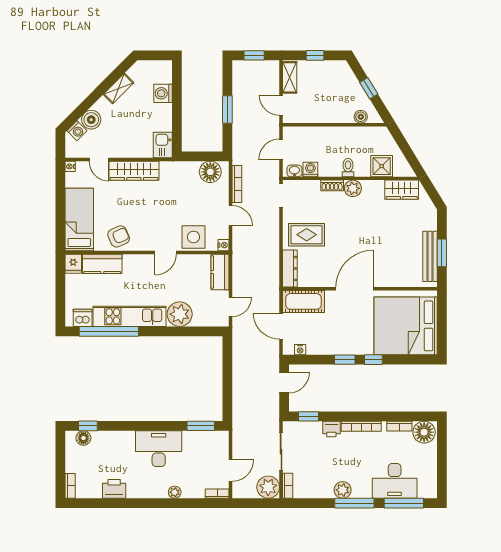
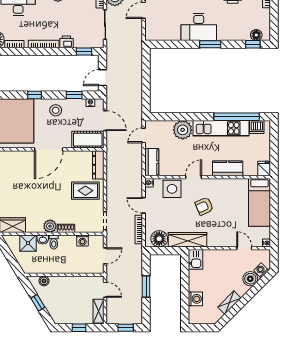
wardrobe: (134, 171) -> (187, 240), moved
washbasin: (294, 171) -> (43, 239), moved
armchair: (119, 236) -> (204, 206), moved
kitchen counter: (102, 264) -> (228, 168), moved
stool: (346, 340) -> (56, 110), added
window: (345, 360) -> (74, 95), moved
window: (201, 426) -> (210, 44), moved

